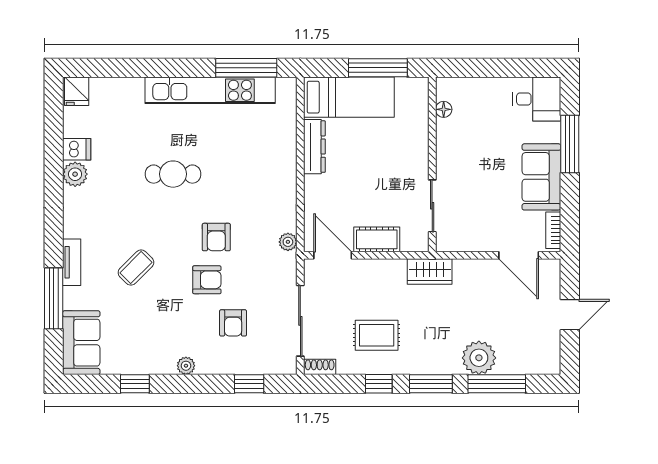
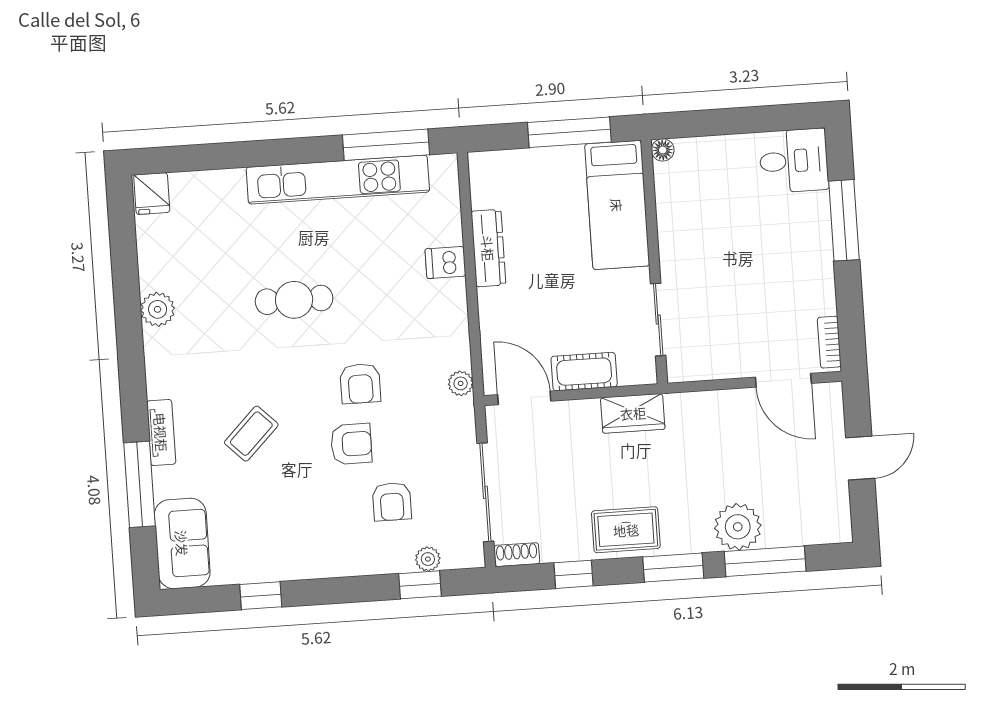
bed: (349, 97) -> (617, 205), moved, turned 90
floor lamp: (444, 109) -> (663, 150), moved
dishwasher: (77, 149) -> (445, 262), moved, turned 180
sofa: (541, 177) -> (808, 269), removed
wardrobe: (430, 272) -> (633, 413), moved
rug: (377, 335) -> (626, 530), moved
plant: (186, 366) -> (428, 559), moved
window: (379, 384) -> (574, 574), moved

